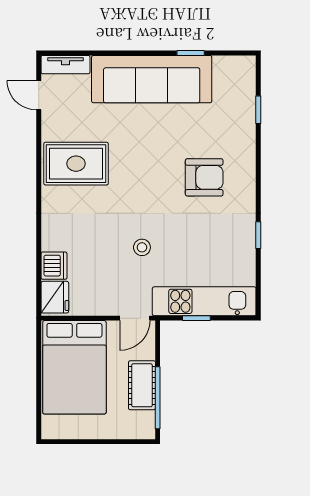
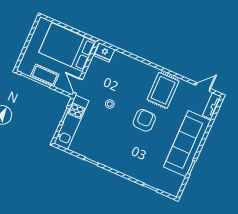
armchair: (204, 177) -> (144, 120), moved, turned 180
dishwasher: (54, 266) -> (119, 59), removed

